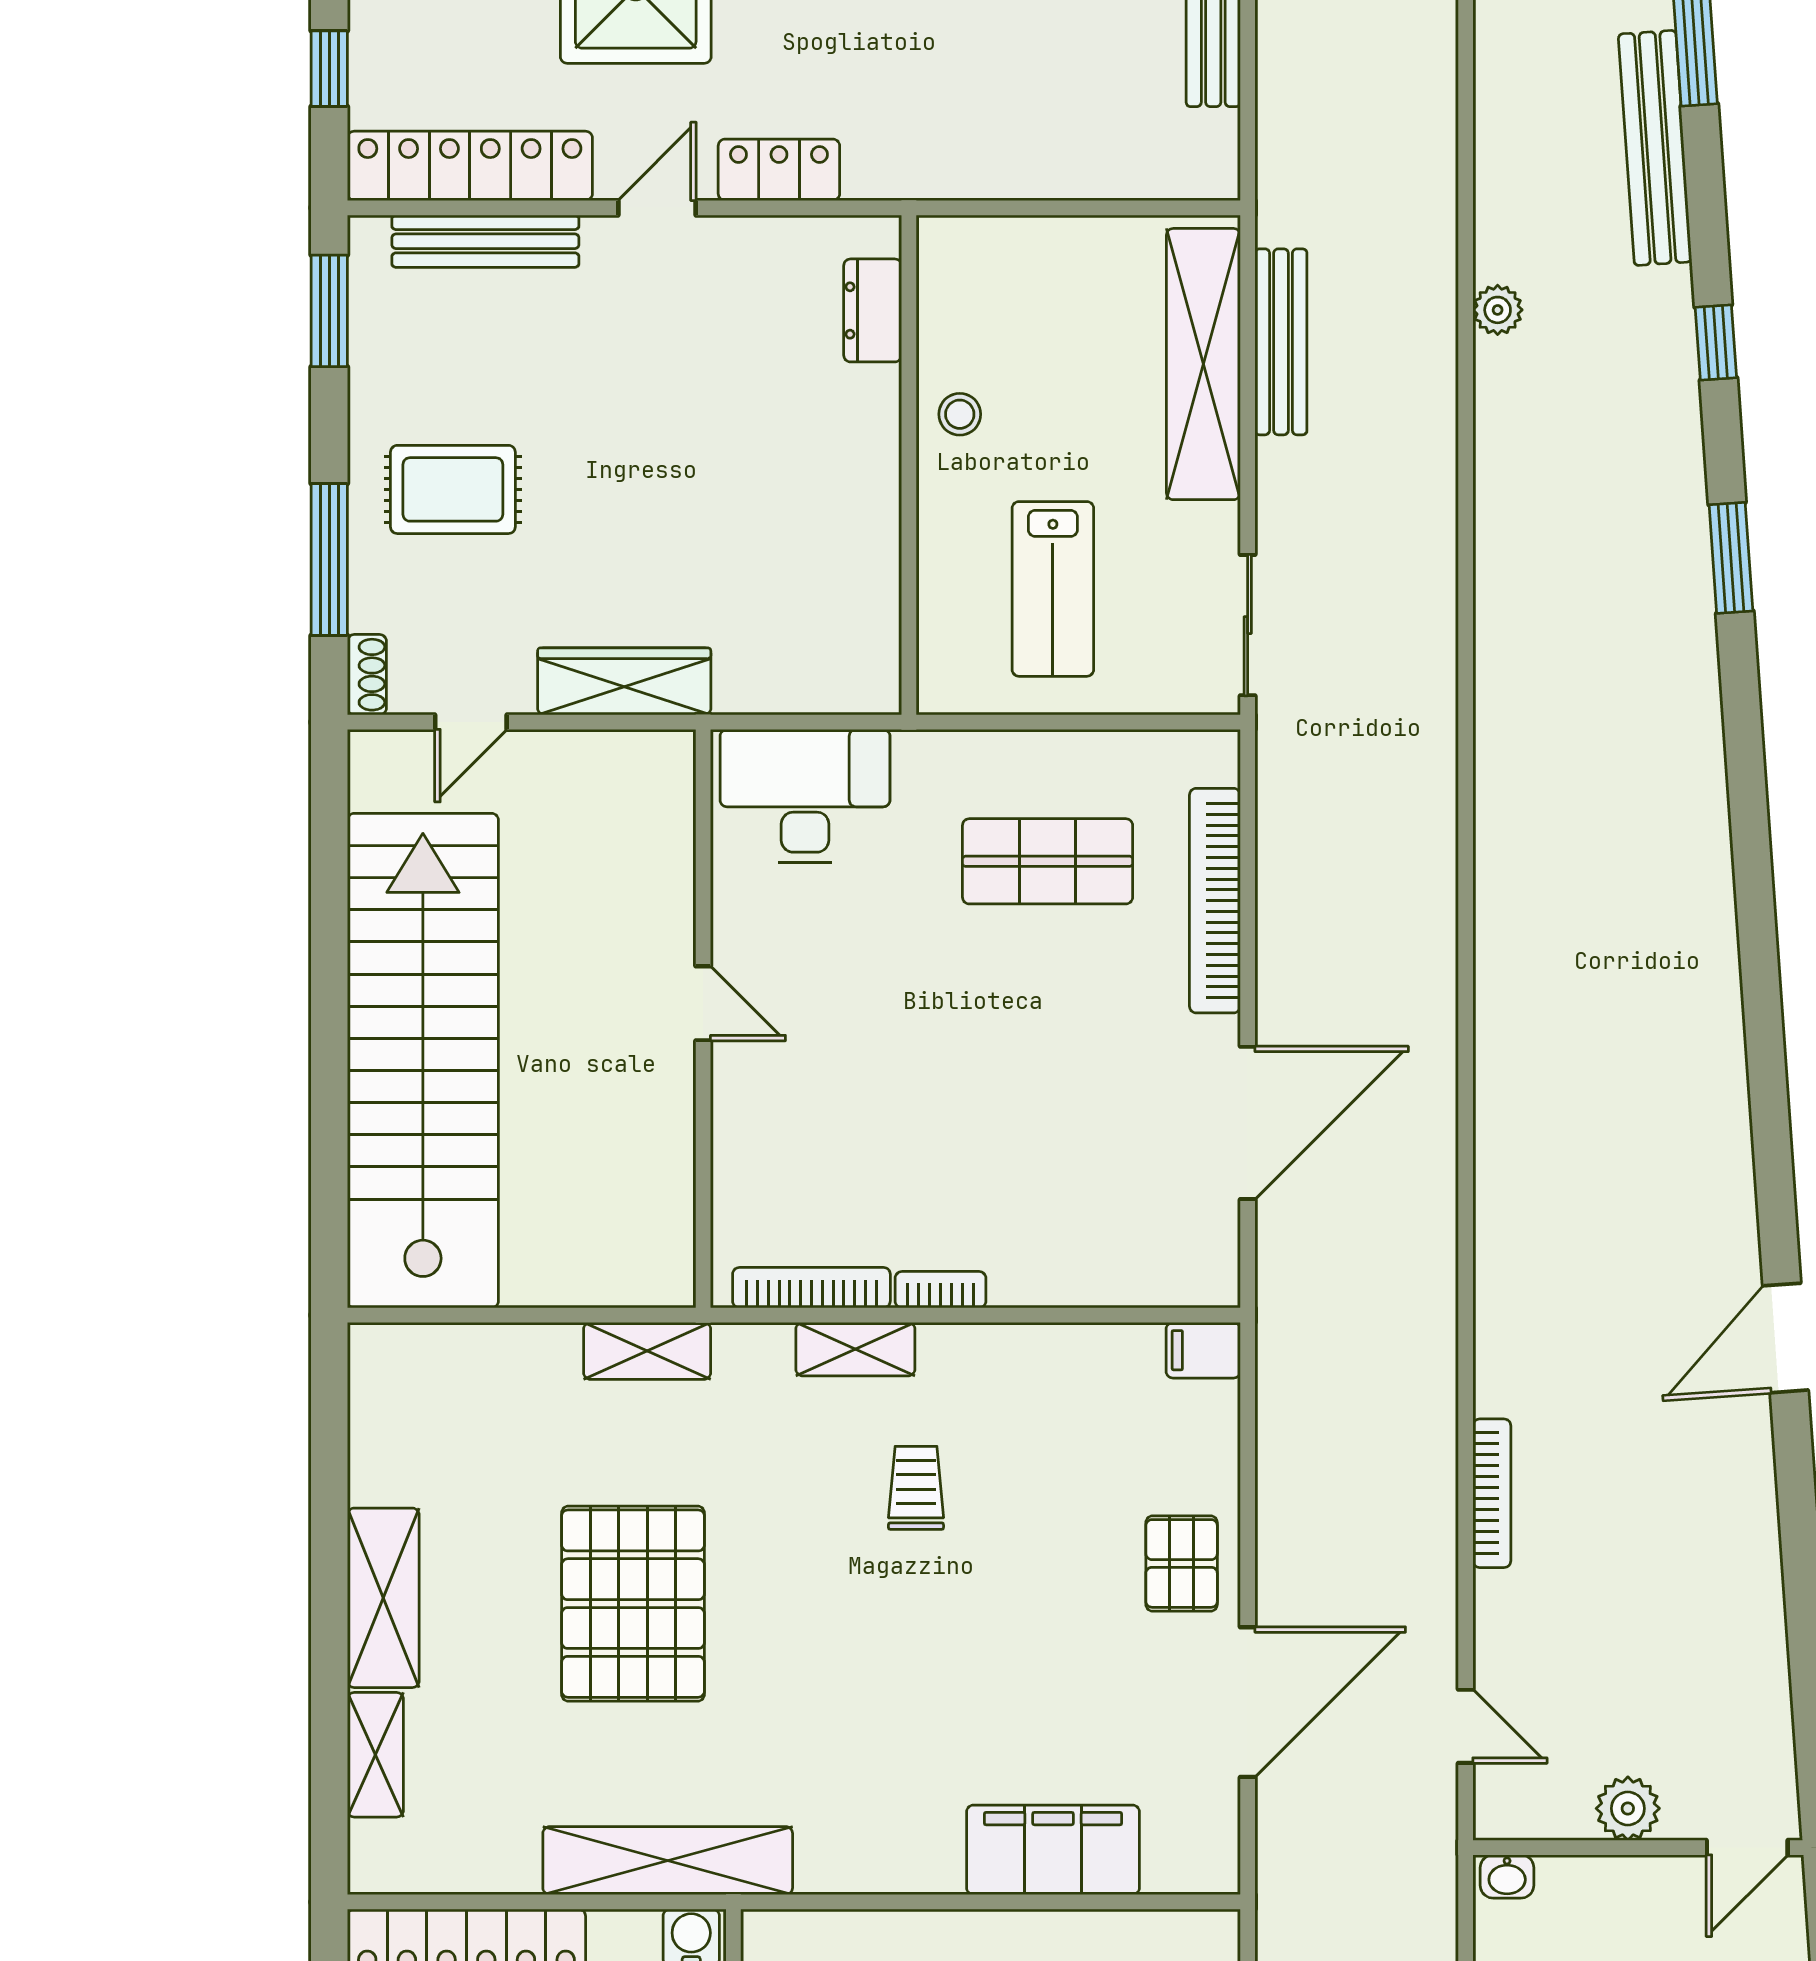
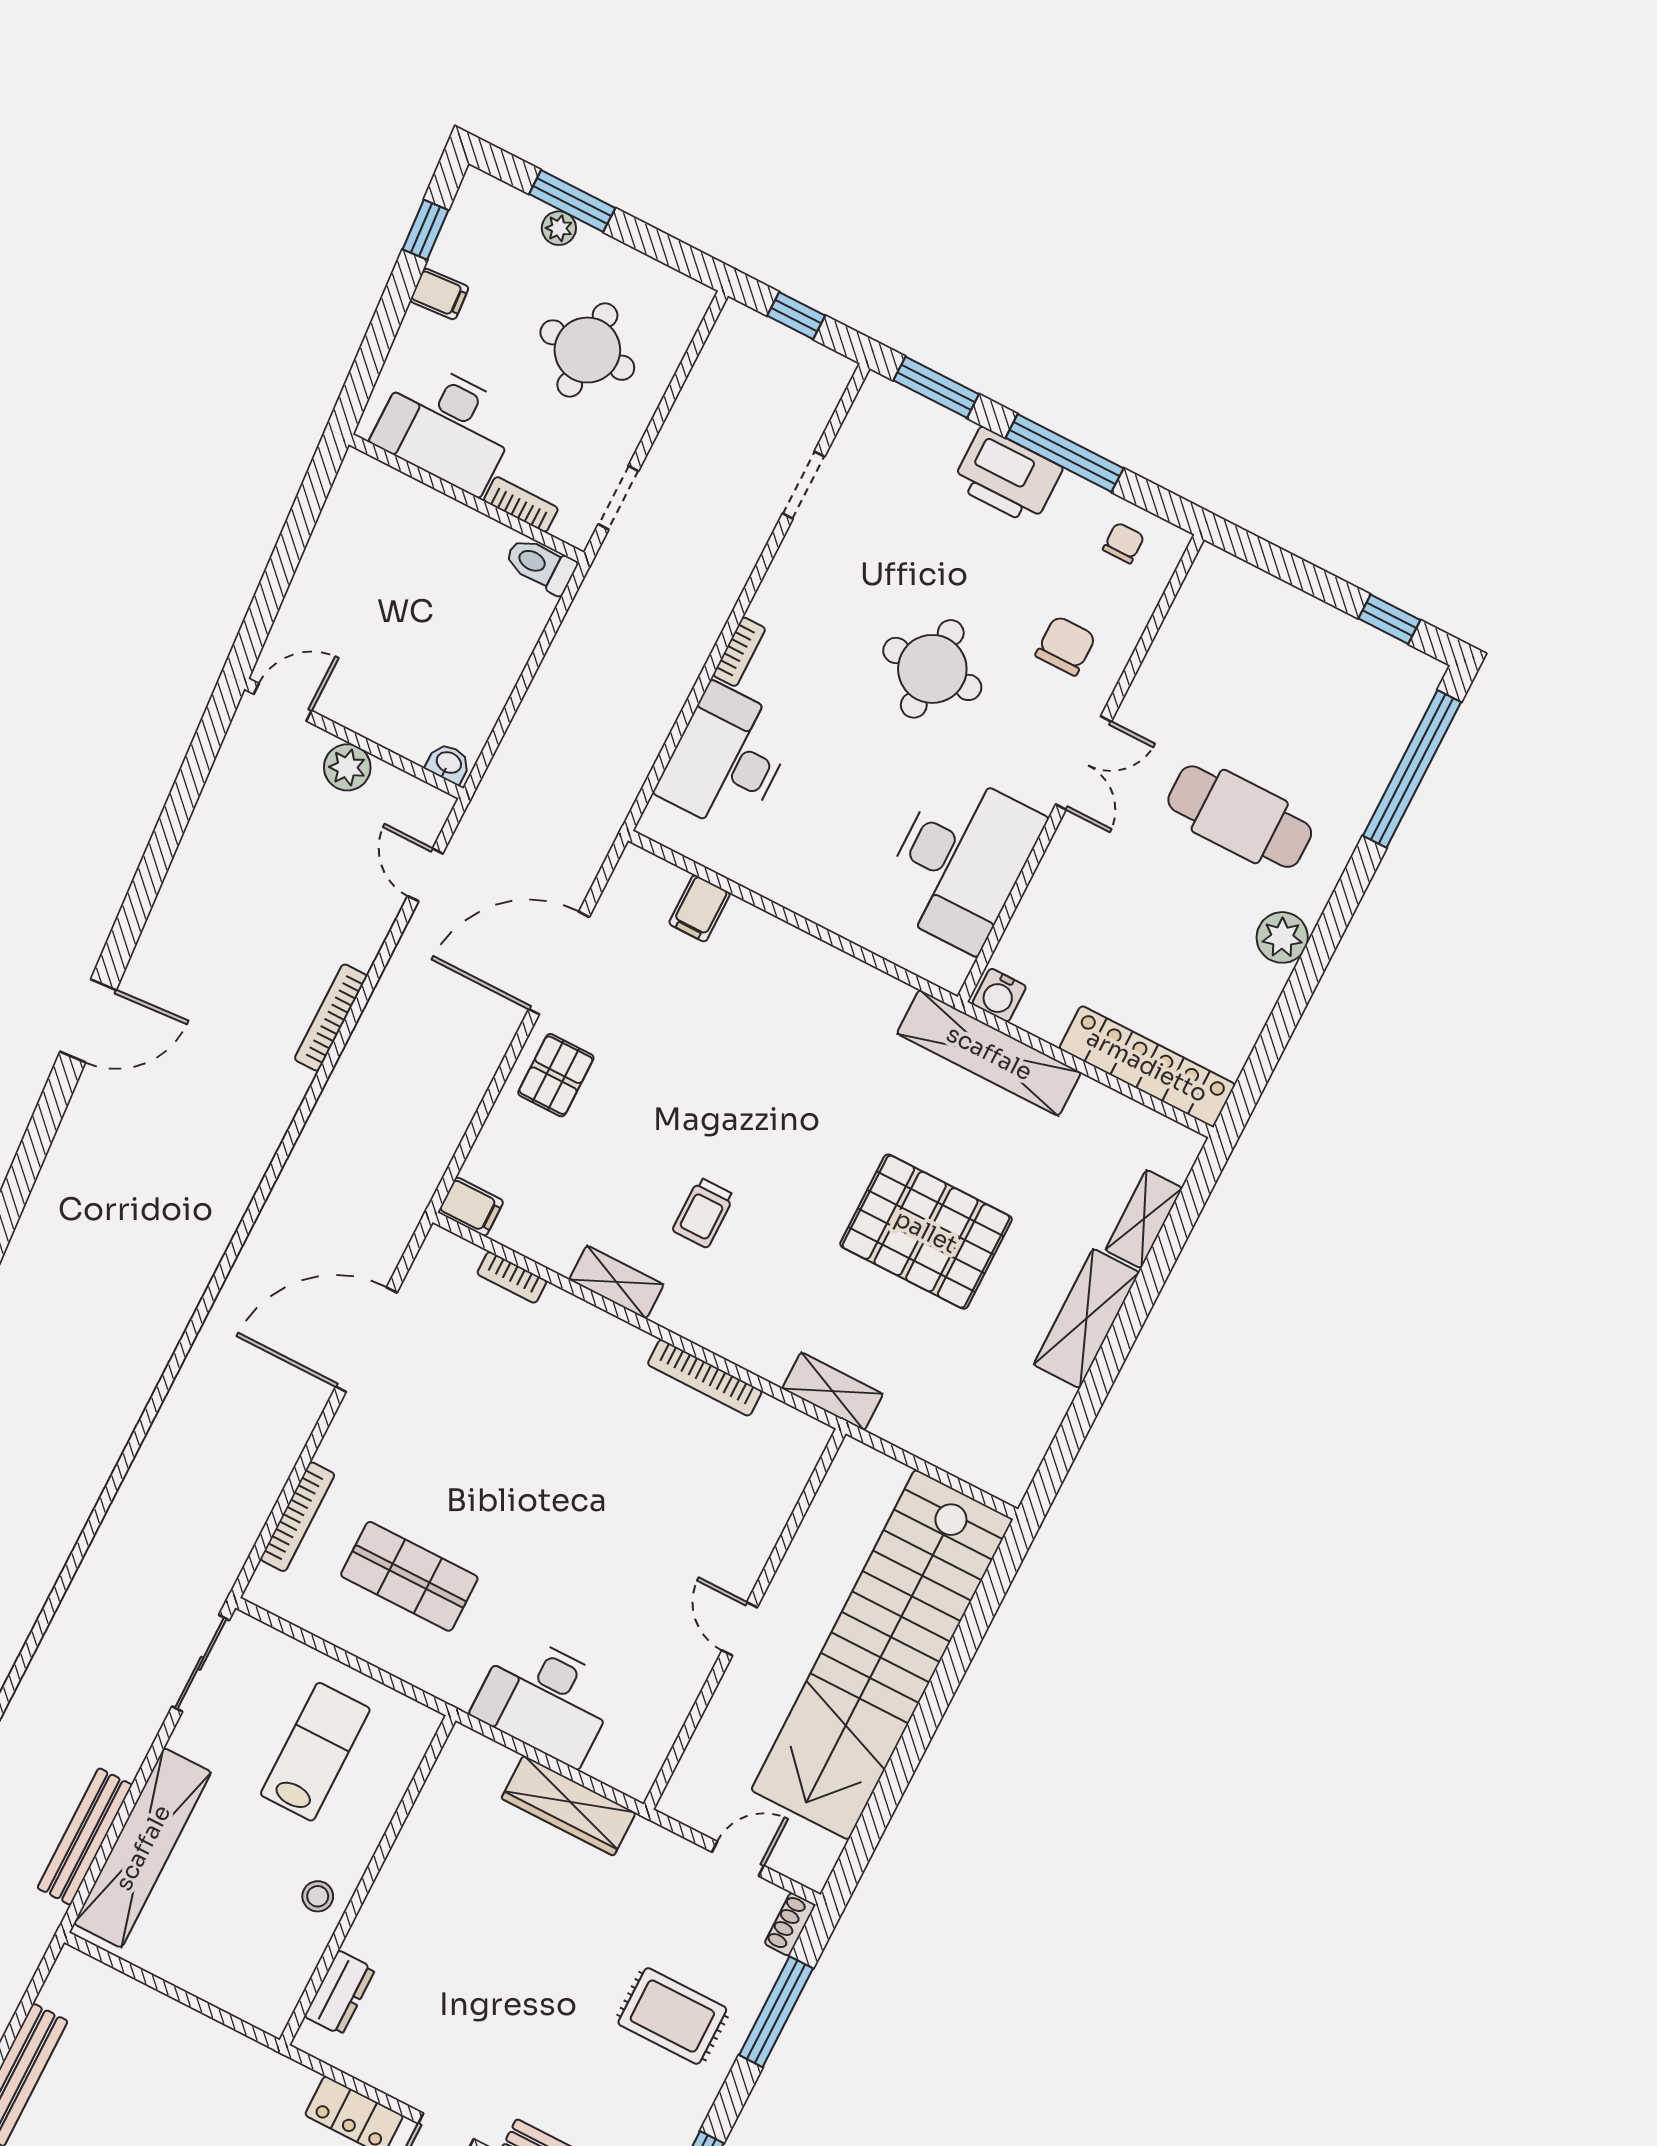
wardrobe: (624, 681) -> (569, 1805), moved
bookcase: (1215, 901) -> (298, 1517), width x0.68, depth x0.76
door: (703, 1003) -> (740, 1629), moved
wall: (703, 1019) -> (745, 1619), moved
bookcase: (941, 1290) -> (512, 1277), moved
shelving: (855, 1349) -> (616, 1282), moved
pallet: (633, 1604) -> (926, 1232), turned 90
filing cabinet: (1053, 1850) -> (699, 908), width x0.33, depth x0.86

